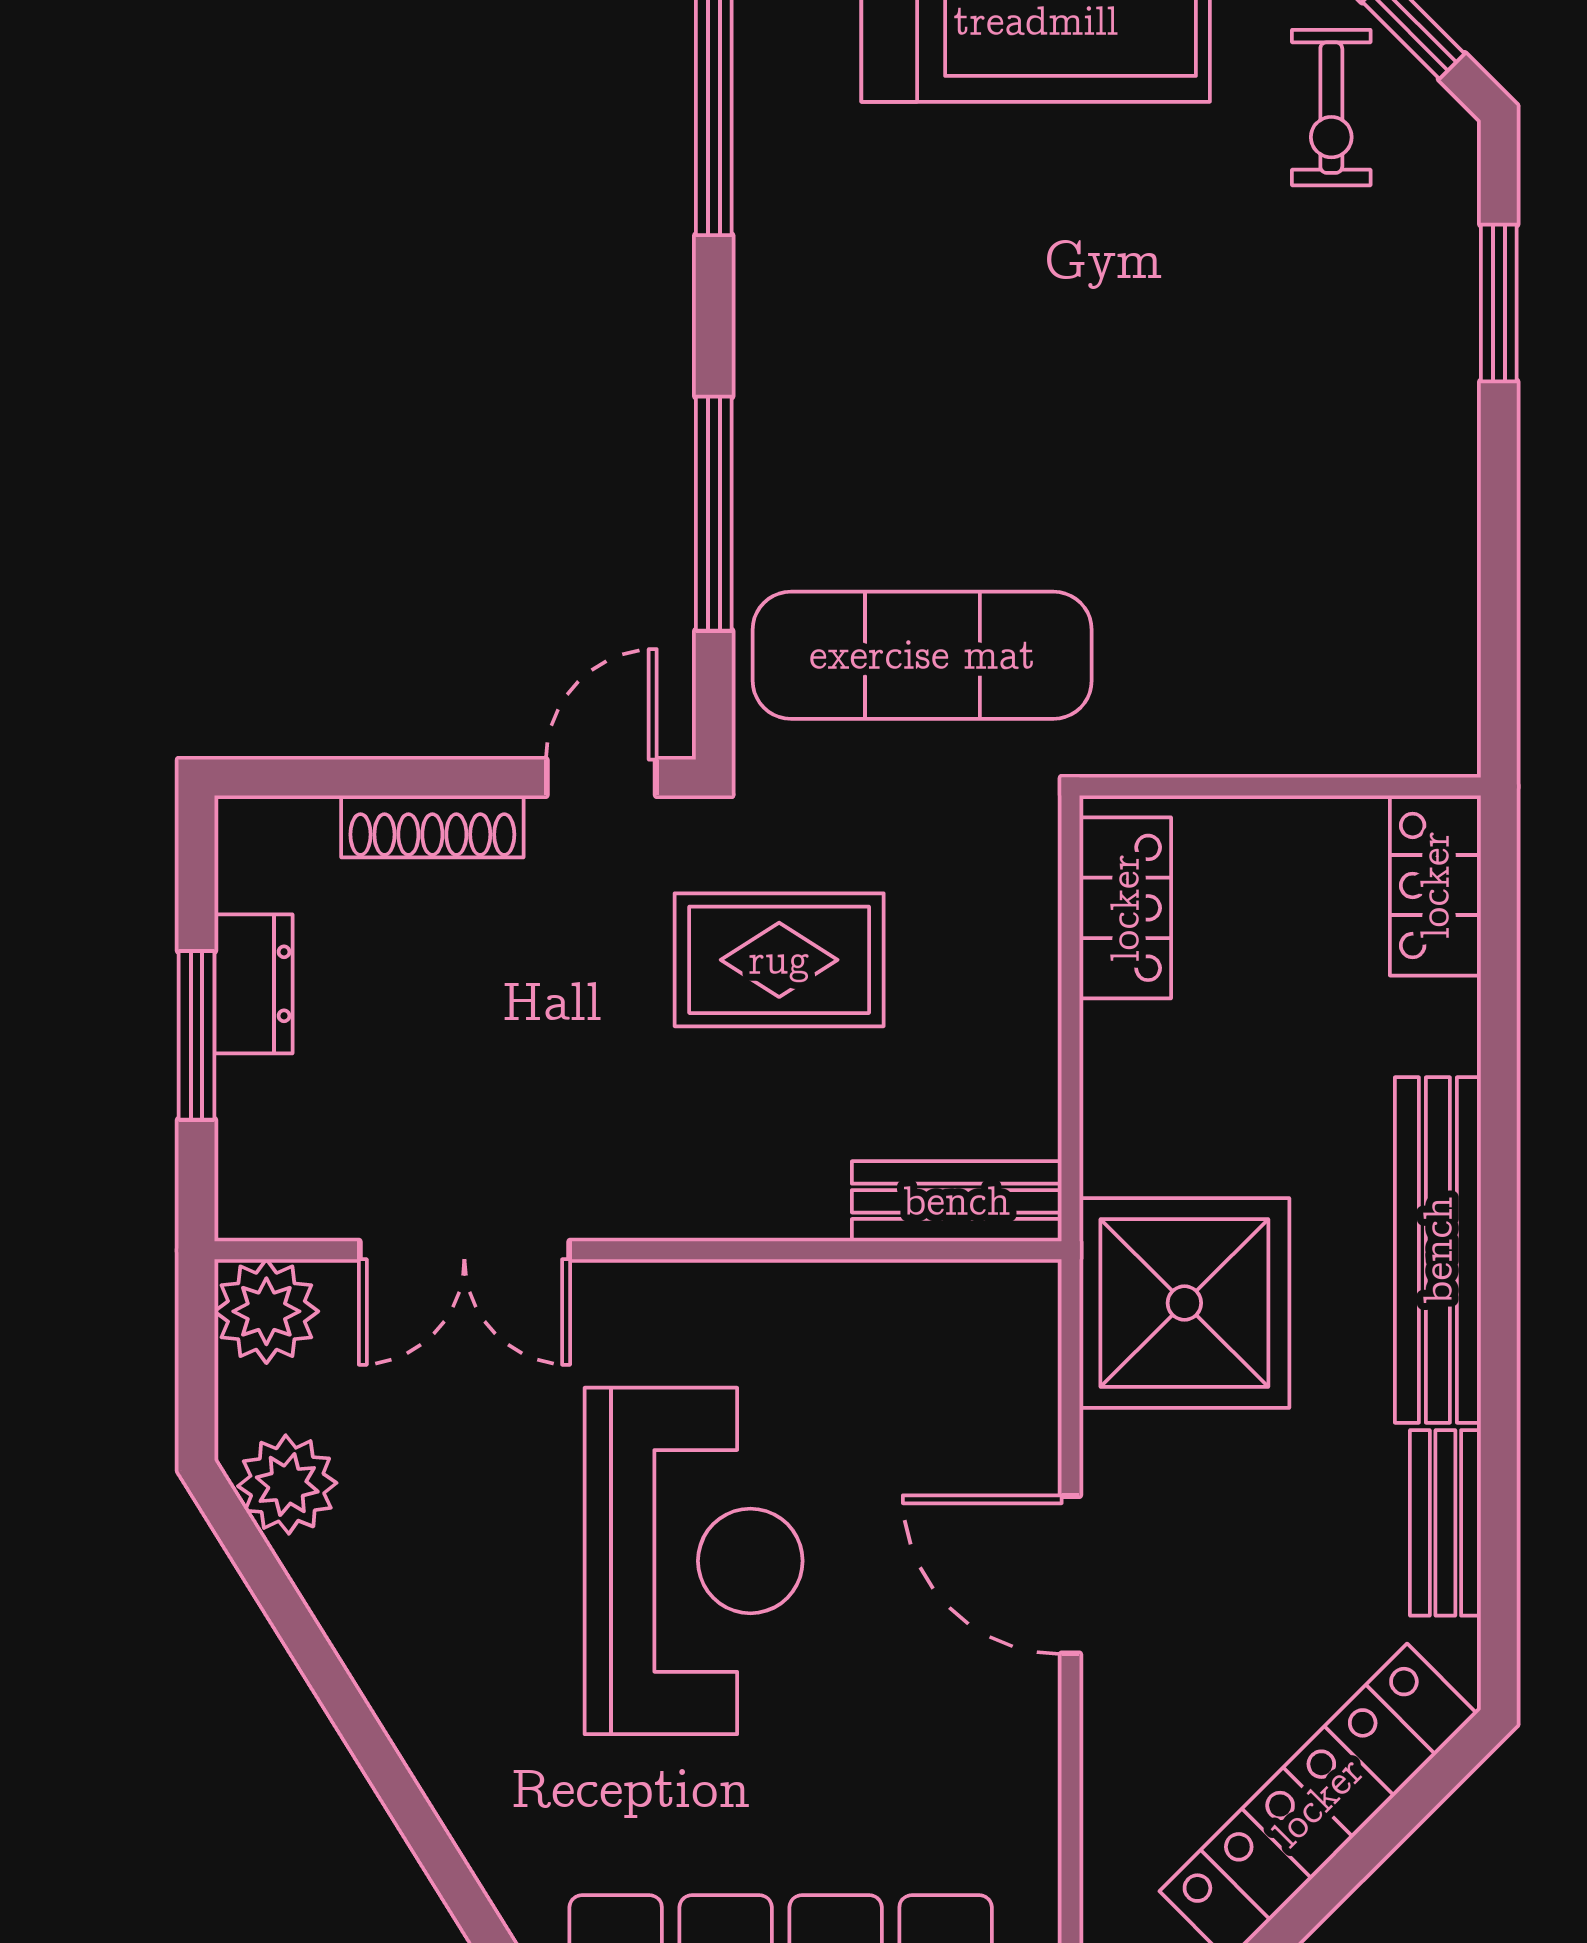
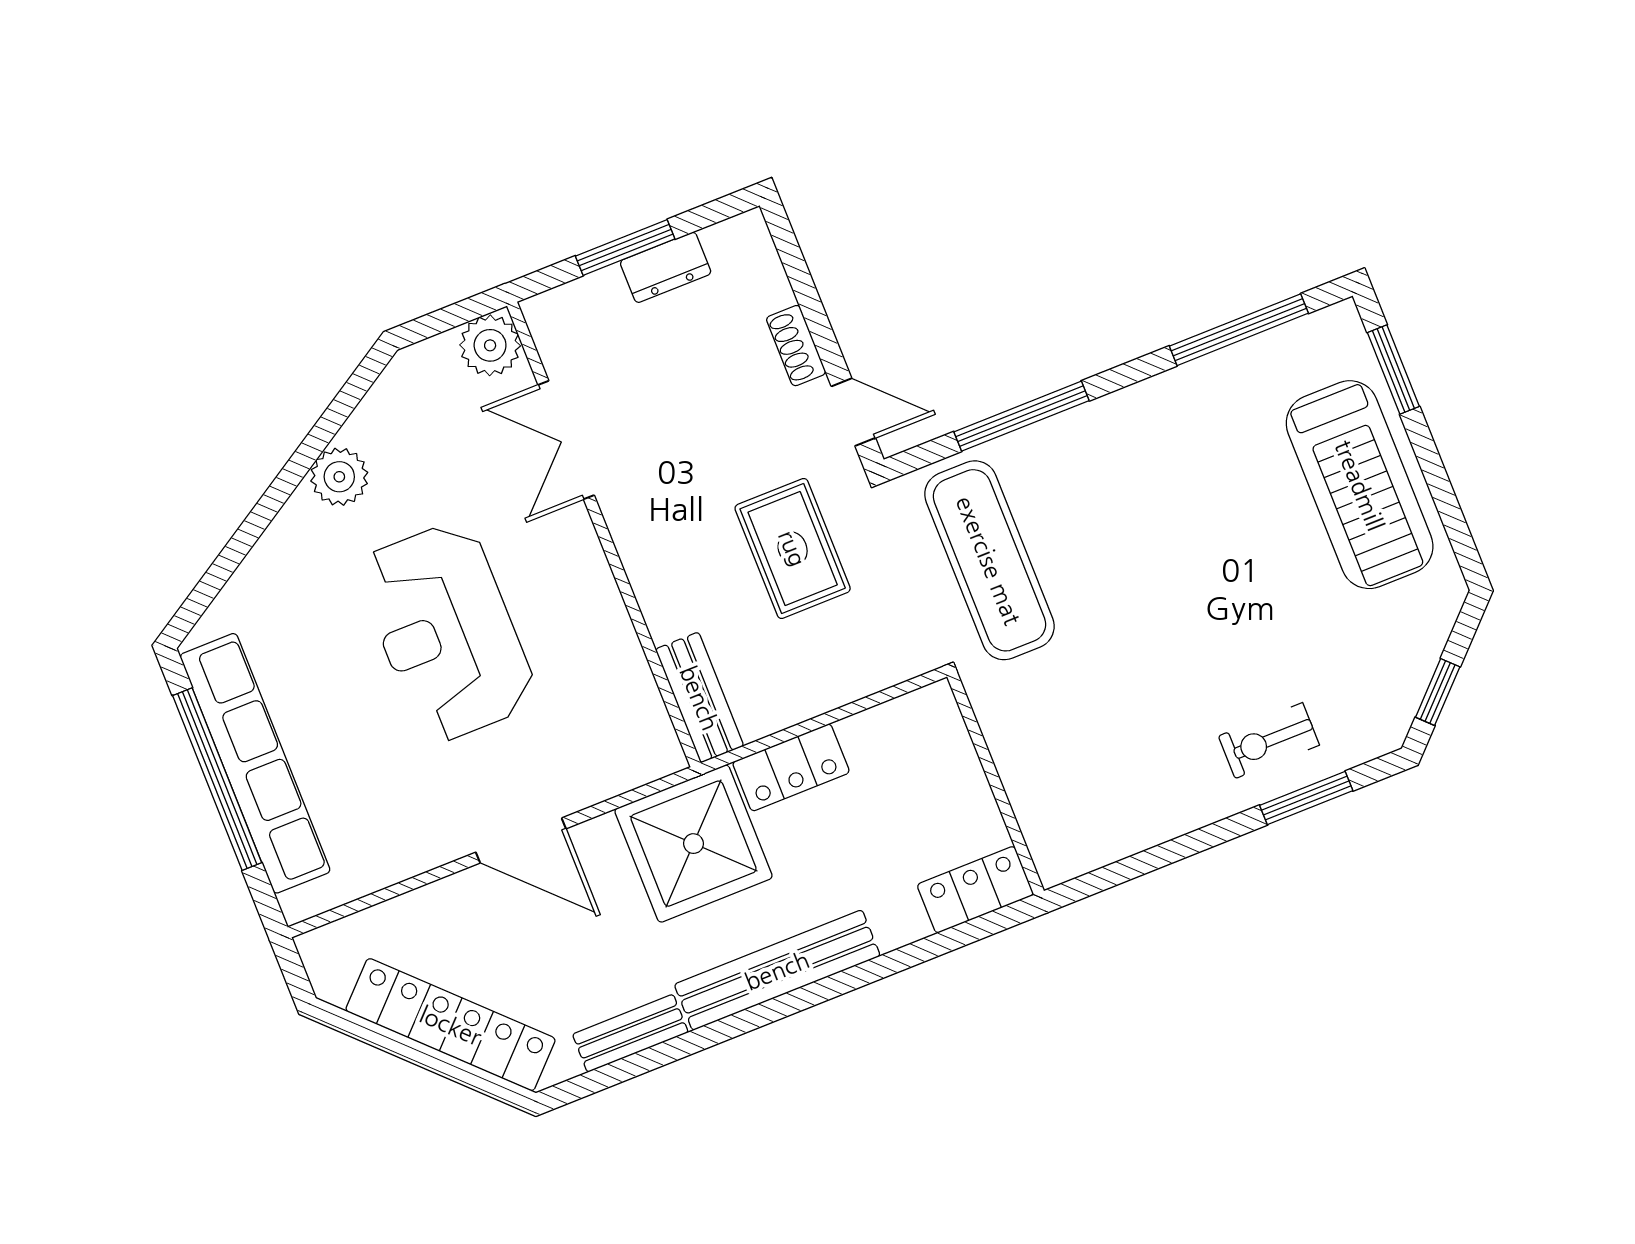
exercise bike: (1331, 108) -> (1269, 741), moved
shoe rack: (432, 826) -> (796, 346), width x0.70
locker: (1125, 908) -> (791, 767), moved
plant: (287, 1485) -> (339, 477), moved
reception desk: (694, 1561) -> (447, 632), turned 90
door: (1071, 1575) -> (521, 840), swing flipped

